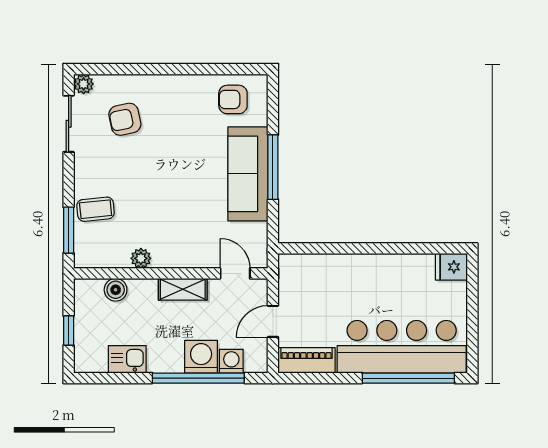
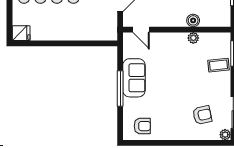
sofa: (248, 174) -> (134, 78), width x0.73
shelving: (183, 289) -> (170, 21), removed
boiler: (116, 290) -> (193, 20), moved

